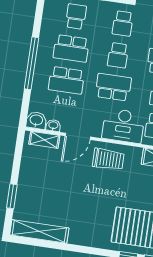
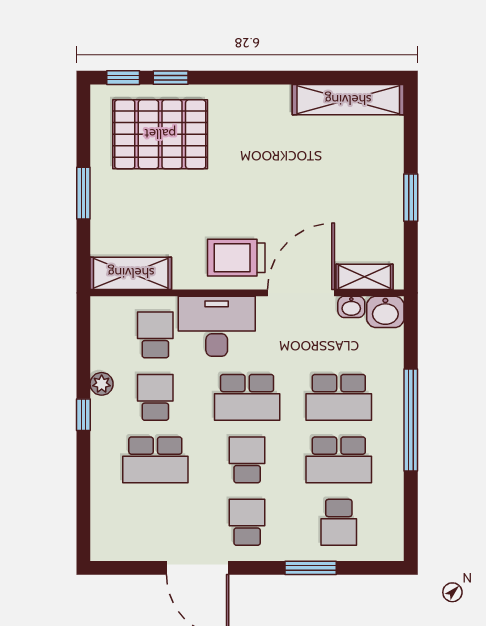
school desk: (71, 48) -> (339, 460), turned 180
school desk: (66, 80) -> (339, 397), turned 180
door: (78, 136) -> (301, 293), width x1.36
window: (12, 196) -> (411, 198), moved

